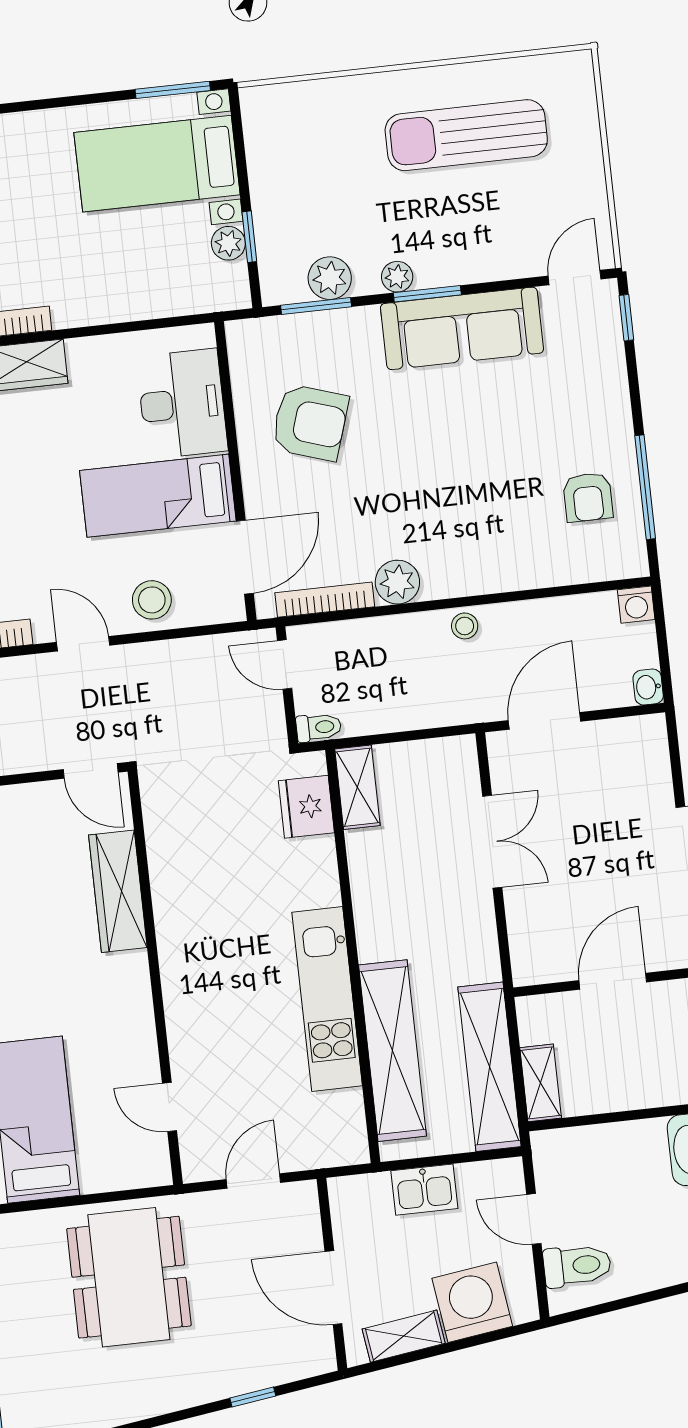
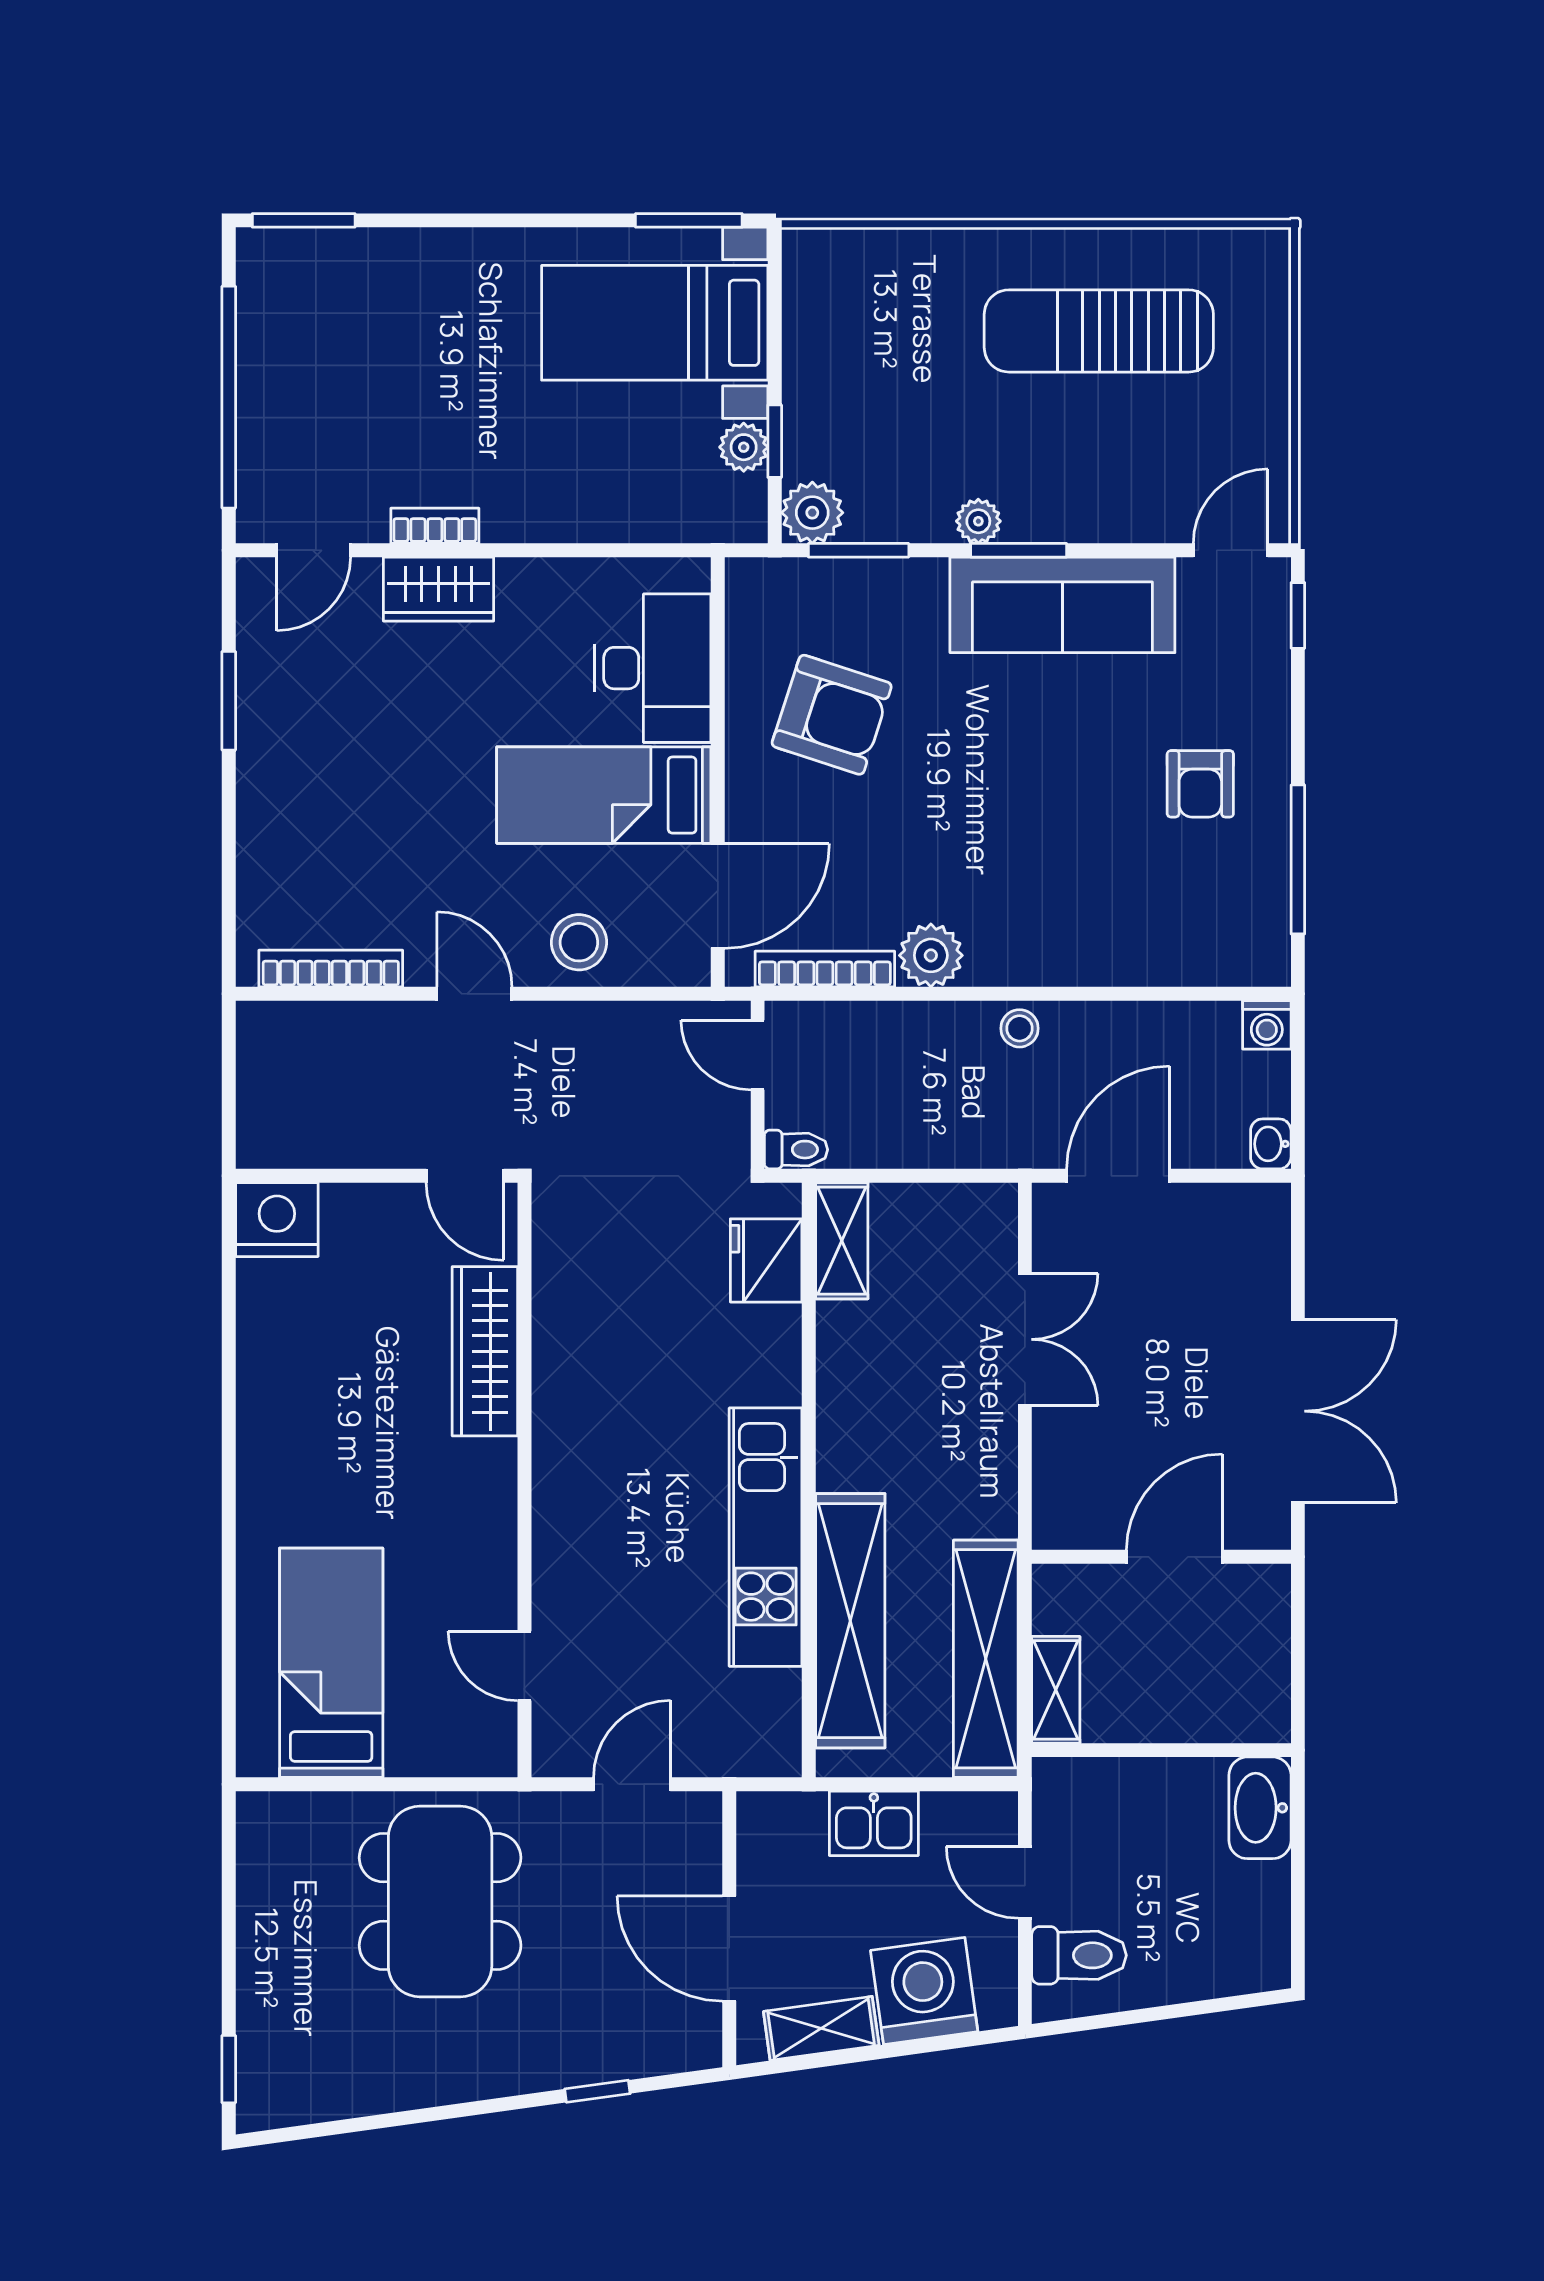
plant: (330, 278) -> (812, 513), moved
armchair: (588, 497) -> (1200, 784), moved

